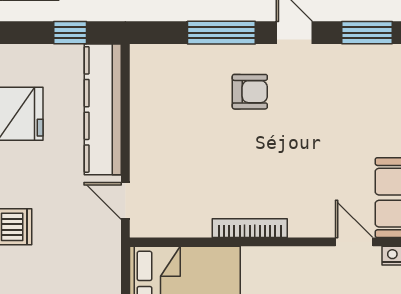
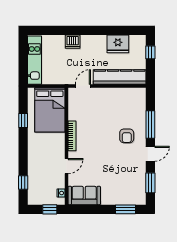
window: (70, 33) -> (150, 52), moved
door: (354, 242) -> (66, 166), moved

